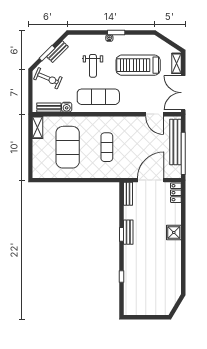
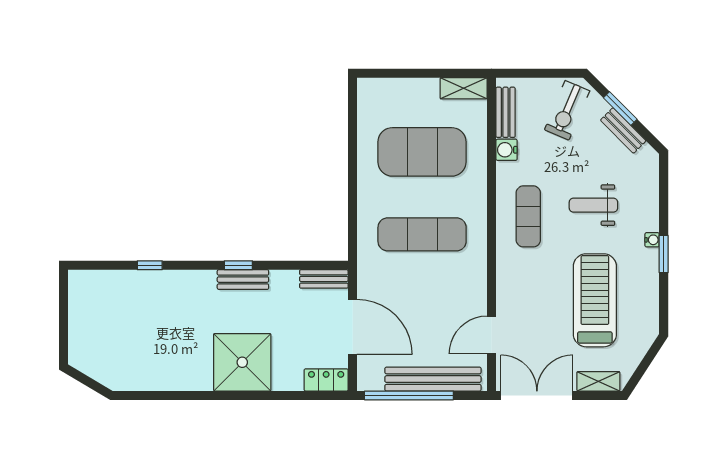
exercise mat: (98, 97) -> (528, 216), width x0.73, depth x0.69
exercise mat: (107, 147) -> (422, 234), width x1.36, depth x1.45
shower: (174, 232) -> (242, 362), width x1.86, depth x1.86

